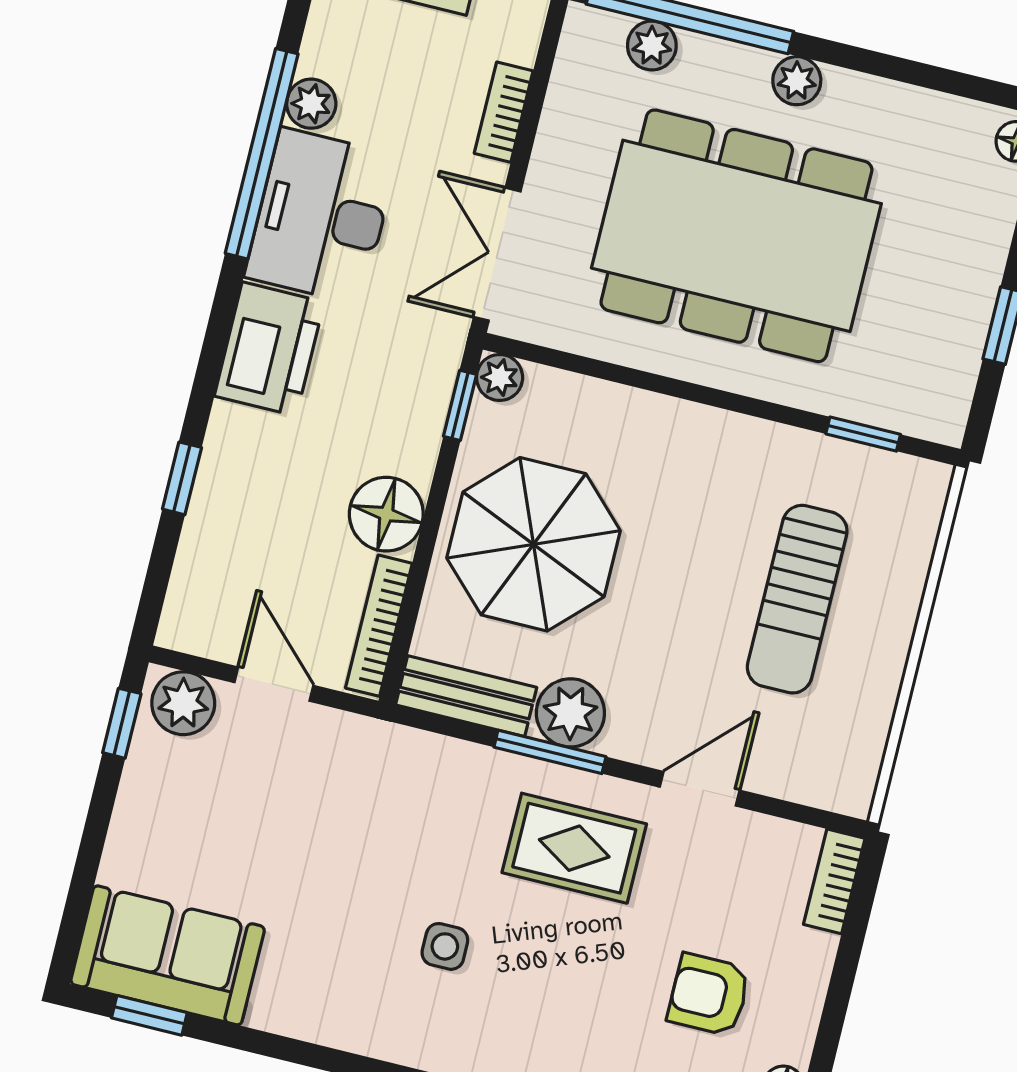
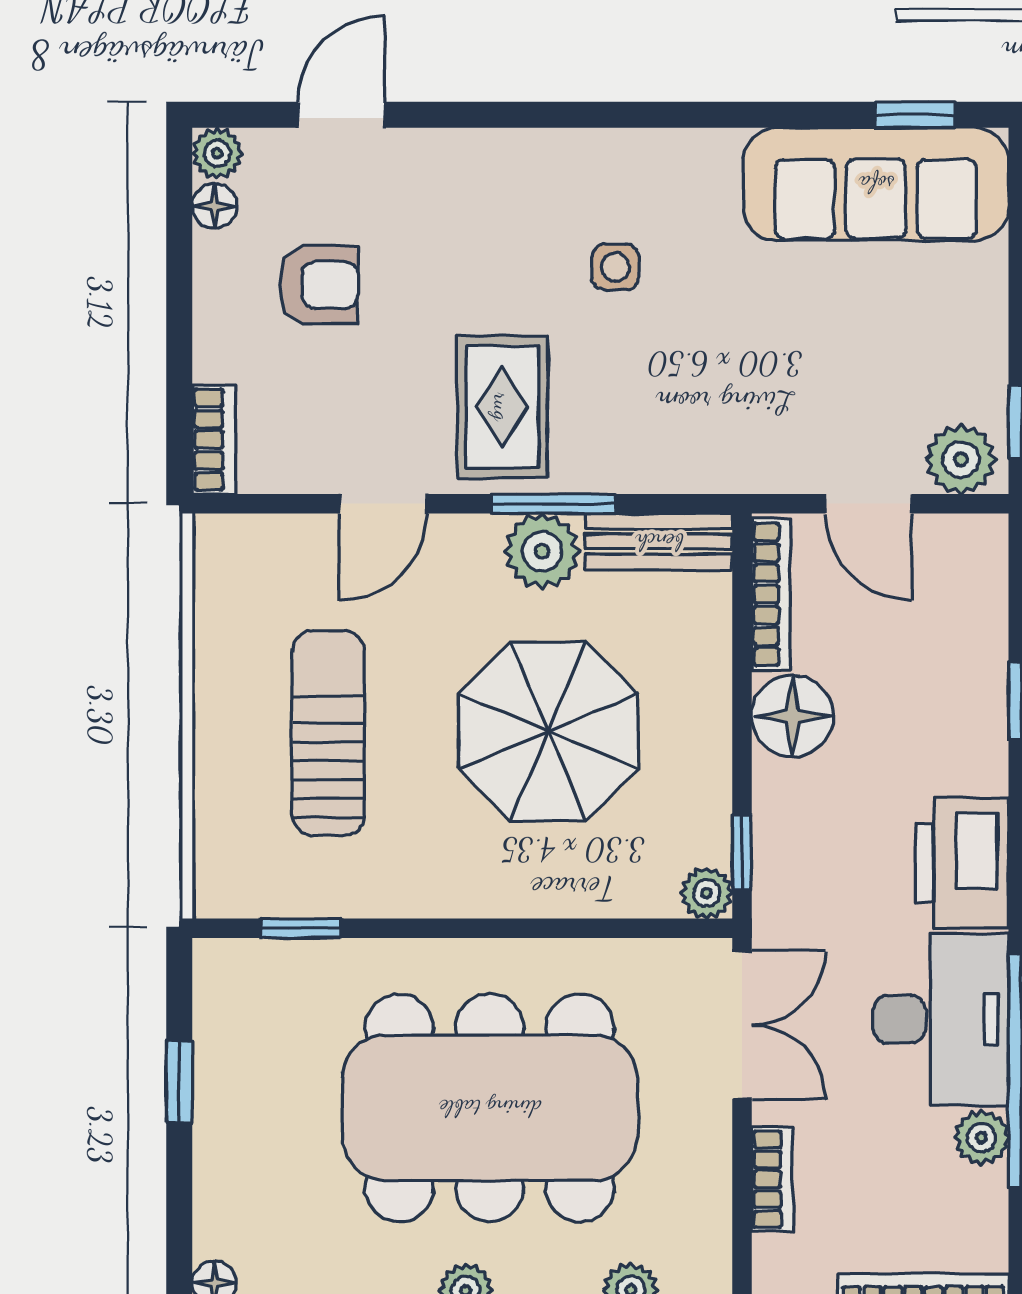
parasol: (533, 544) -> (548, 731), moved
rug: (574, 848) -> (502, 407), turned 90
sofa: (168, 955) -> (876, 184), width x1.36

